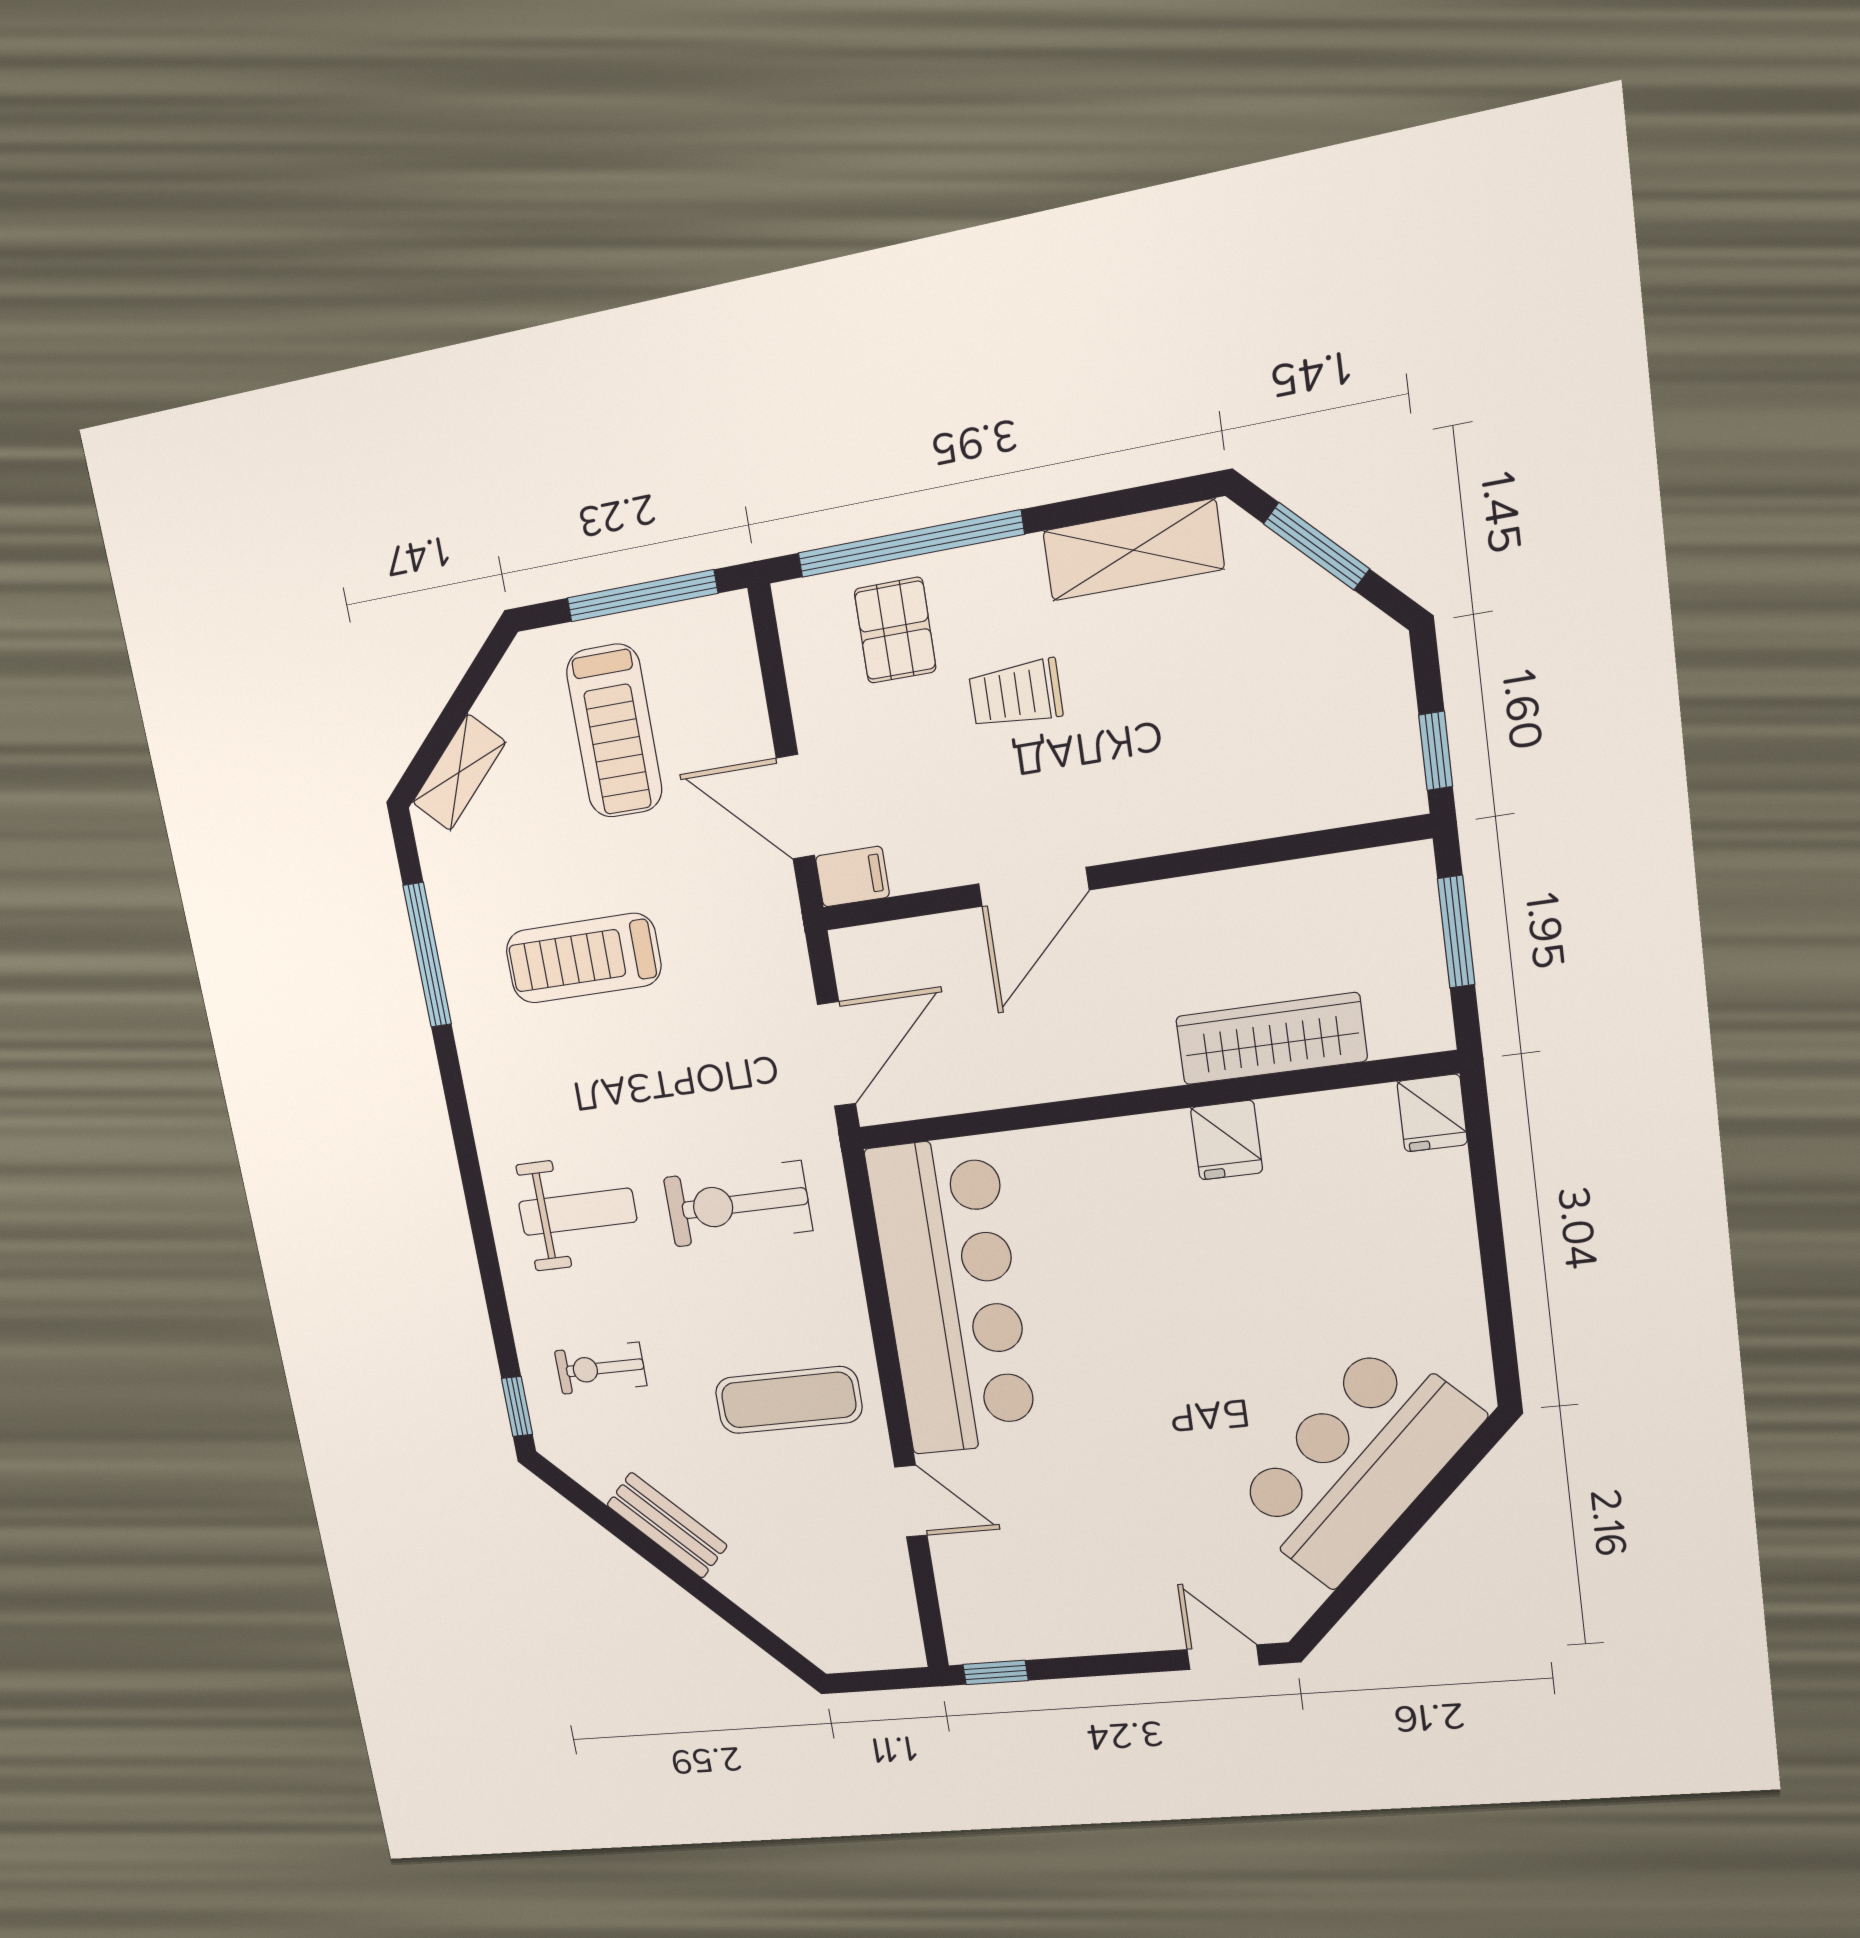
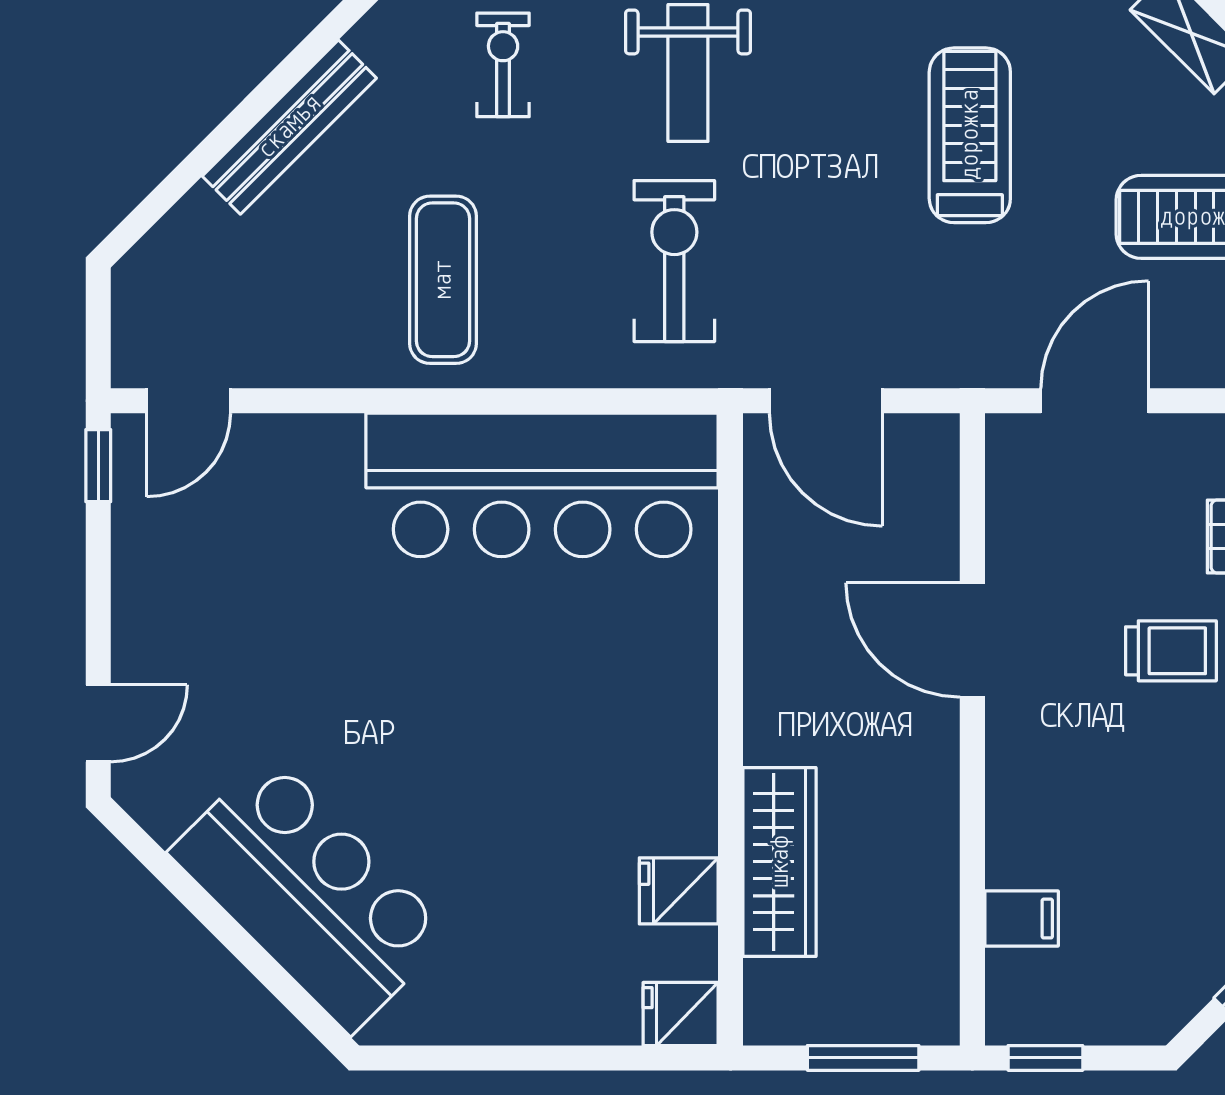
trolley: (1016, 694) -> (1171, 651), turned 90
filing cabinet: (852, 877) -> (1022, 919), moved, turned -90
fridge: (1227, 1140) -> (679, 891), moved
door: (911, 1501) -> (189, 401), moved
bench: (667, 1525) -> (289, 127), width x1.36

